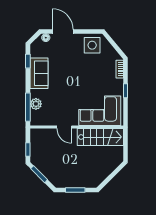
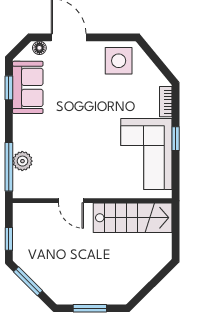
sofa: (39, 73) -> (28, 87), moved
corner sofa: (100, 111) -> (146, 154), moved, turned -90

